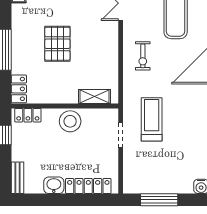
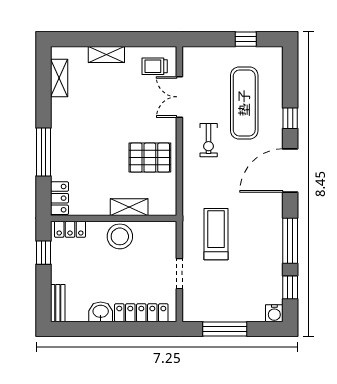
pallet: (57, 44) -> (150, 158), moved, turned 90
exercise bike: (143, 56) -> (209, 140), moved
shelving: (94, 97) -> (129, 207), moved
doorway: (121, 135) -> (179, 274), moved

